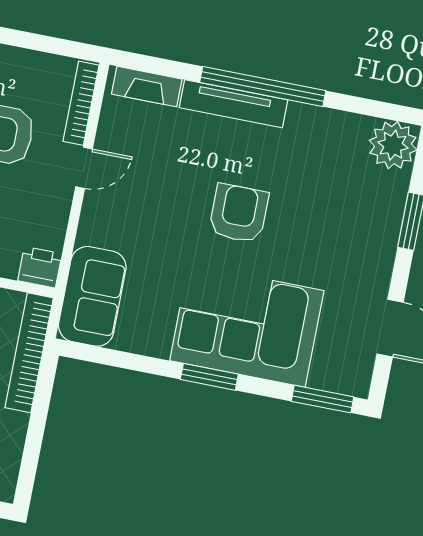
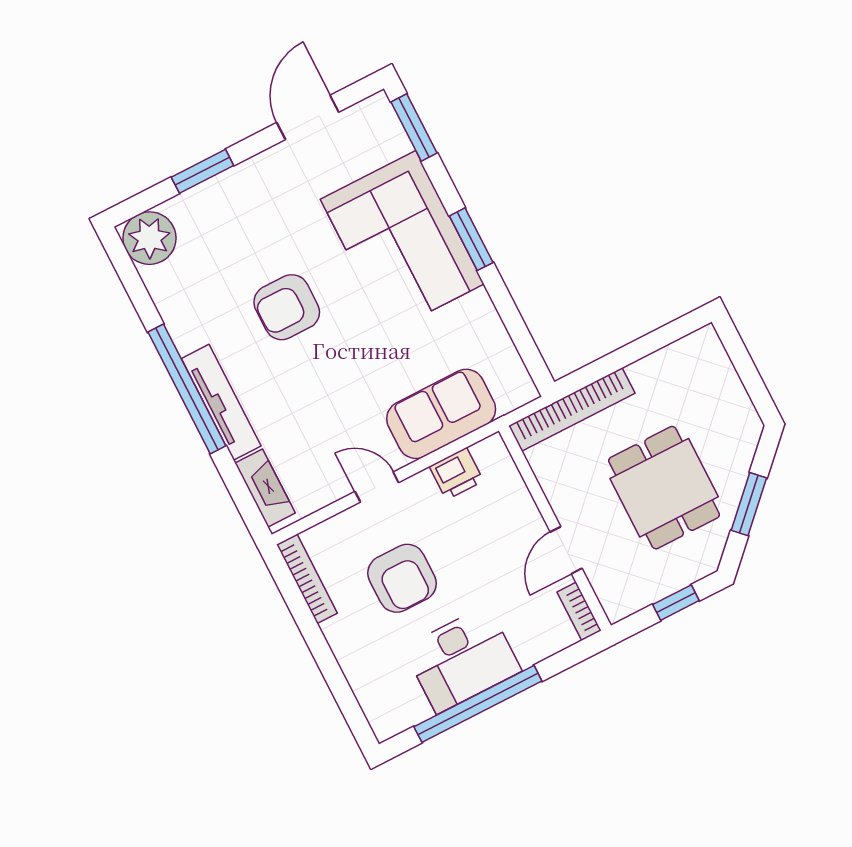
bookcase: (81, 103) -> (307, 579), moved, turned -90
armchair: (239, 213) -> (287, 307), moved
printer: (40, 267) -> (456, 474), moved, turned -90
sofa: (92, 296) -> (441, 414), moved

